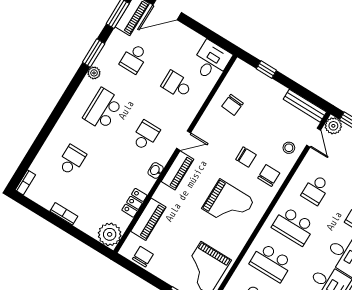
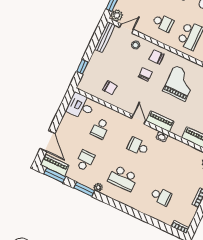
school desk: (134, 59) -> (85, 161), turned -90
school desk: (72, 160) -> (161, 196), turned 180
locker: (134, 203) -> (186, 149), removed

